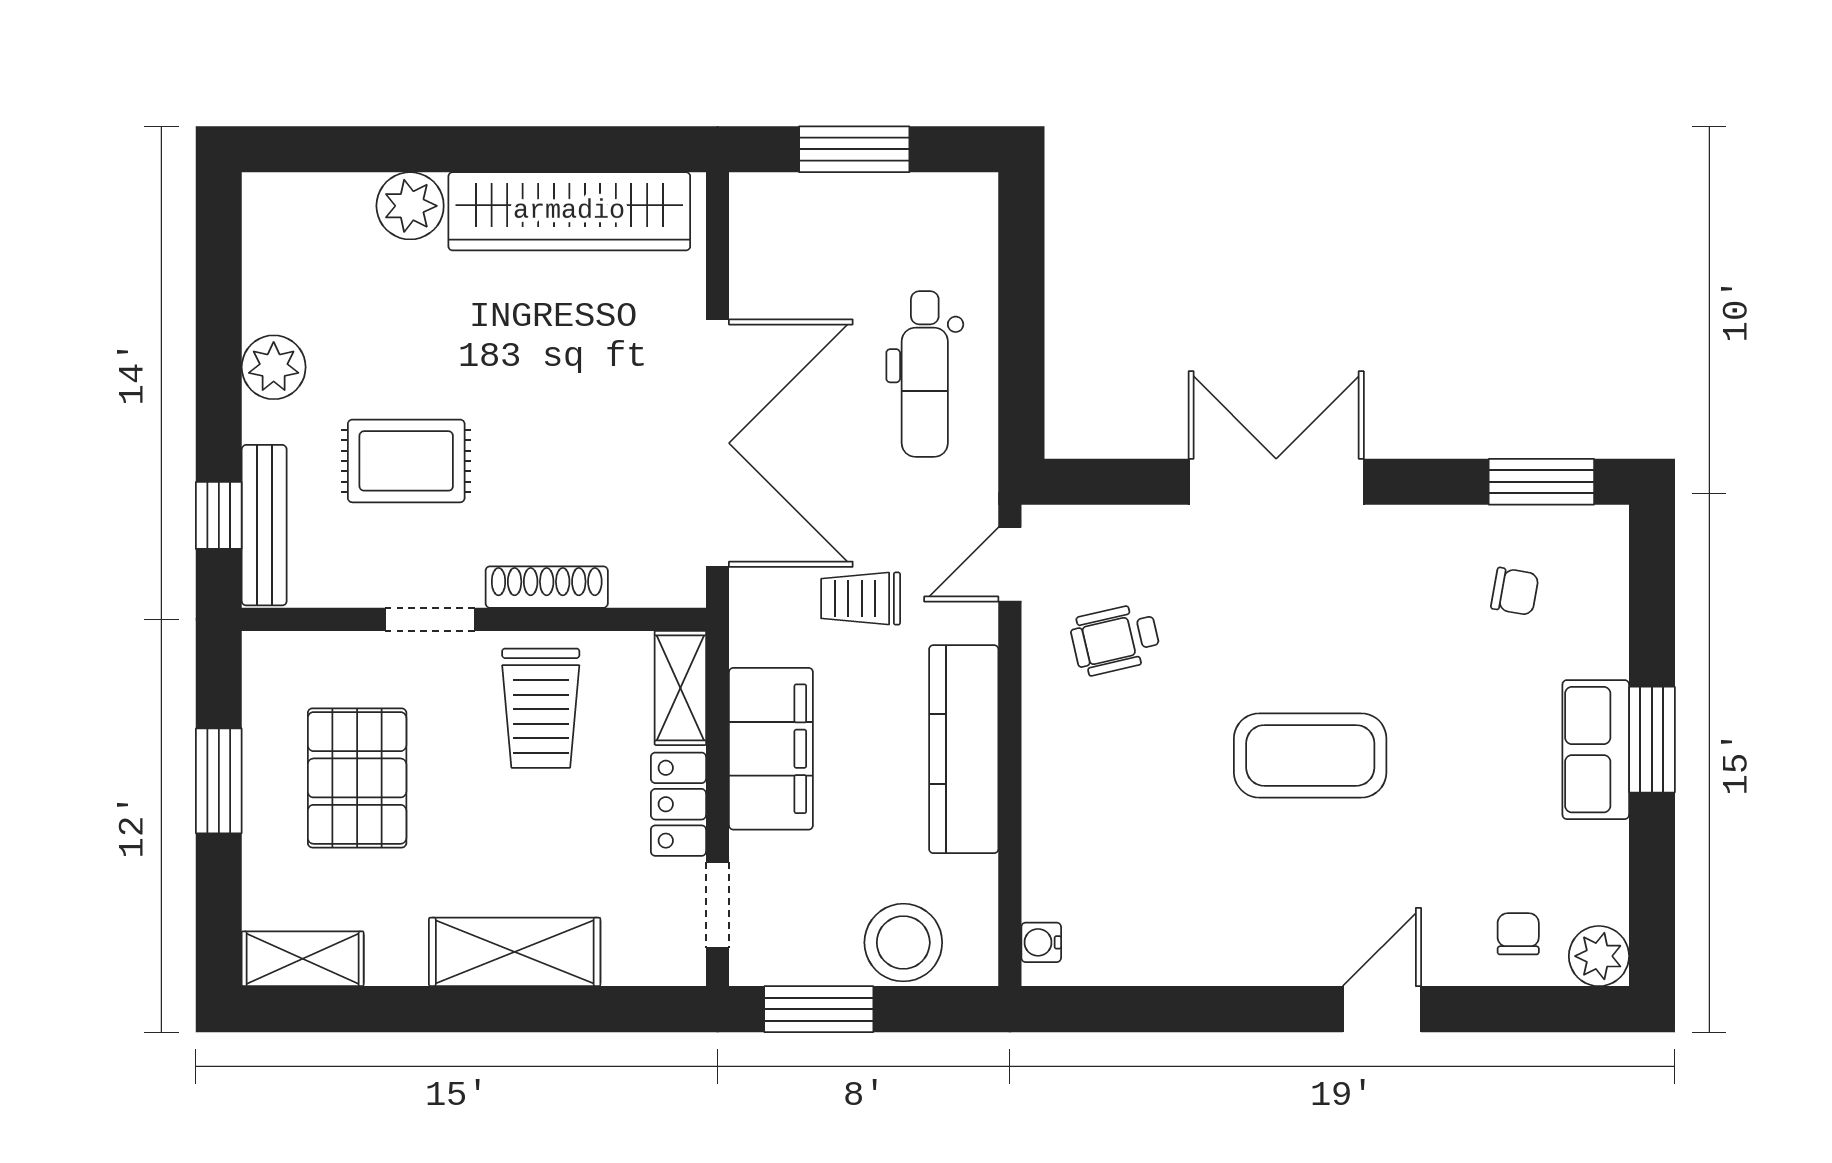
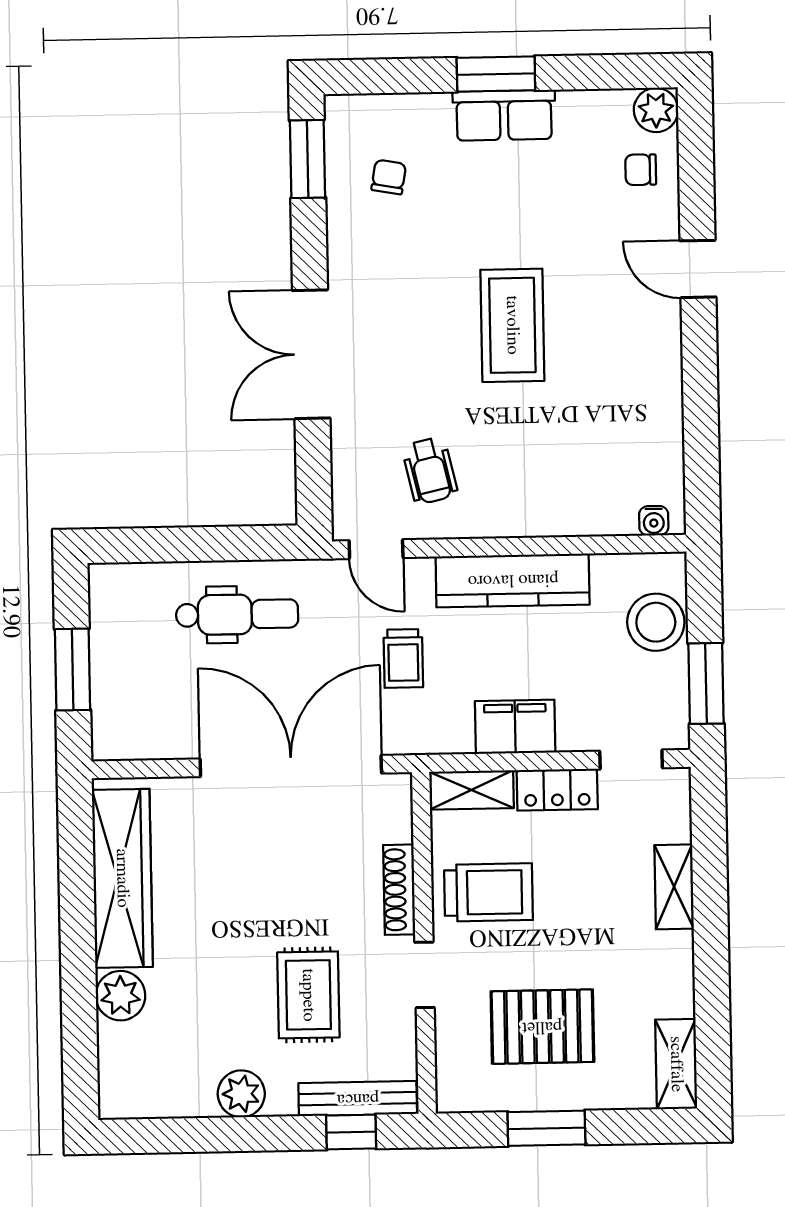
filing cabinet: (771, 749) -> (515, 727), width x0.67, depth x0.86
shelving: (515, 952) -> (674, 887), width x0.67, depth x0.75

